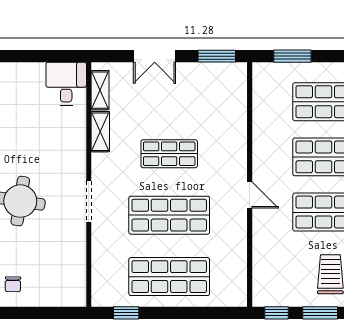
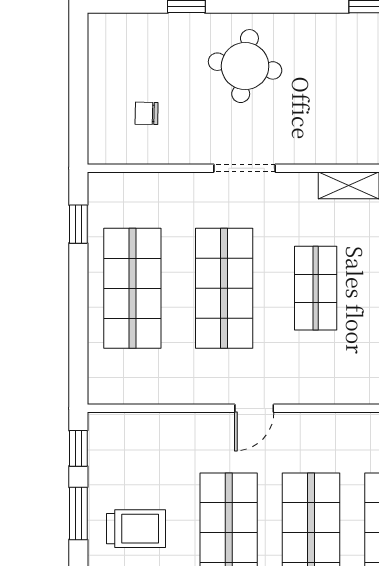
chair: (13, 284) -> (147, 113), moved

